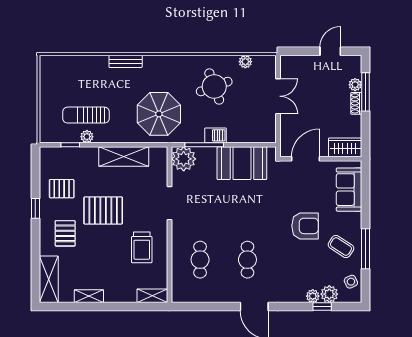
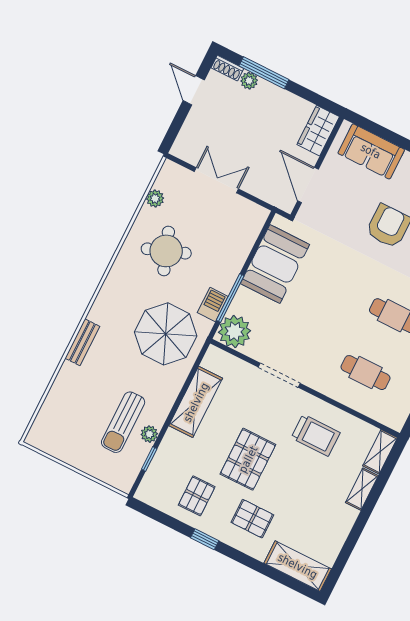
shoe rack: (356, 103) -> (227, 68), moved
barbecue: (215, 135) -> (213, 305), moved
shelving: (89, 296) -> (362, 489), moved

